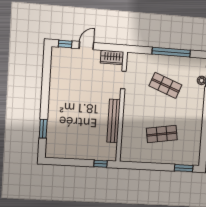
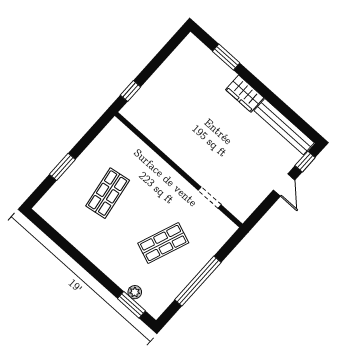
wardrobe: (112, 57) -> (245, 94), moved, turned -90
bench: (114, 121) -> (284, 127), moved
window: (184, 168) -> (62, 167), moved

